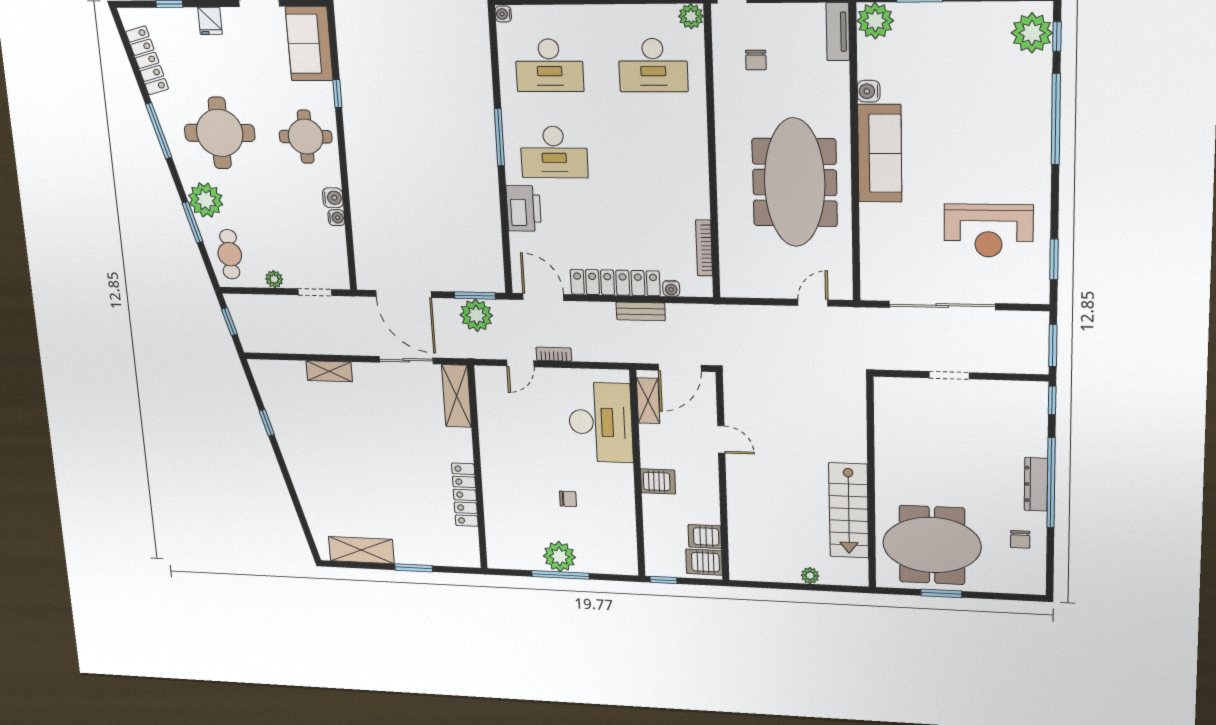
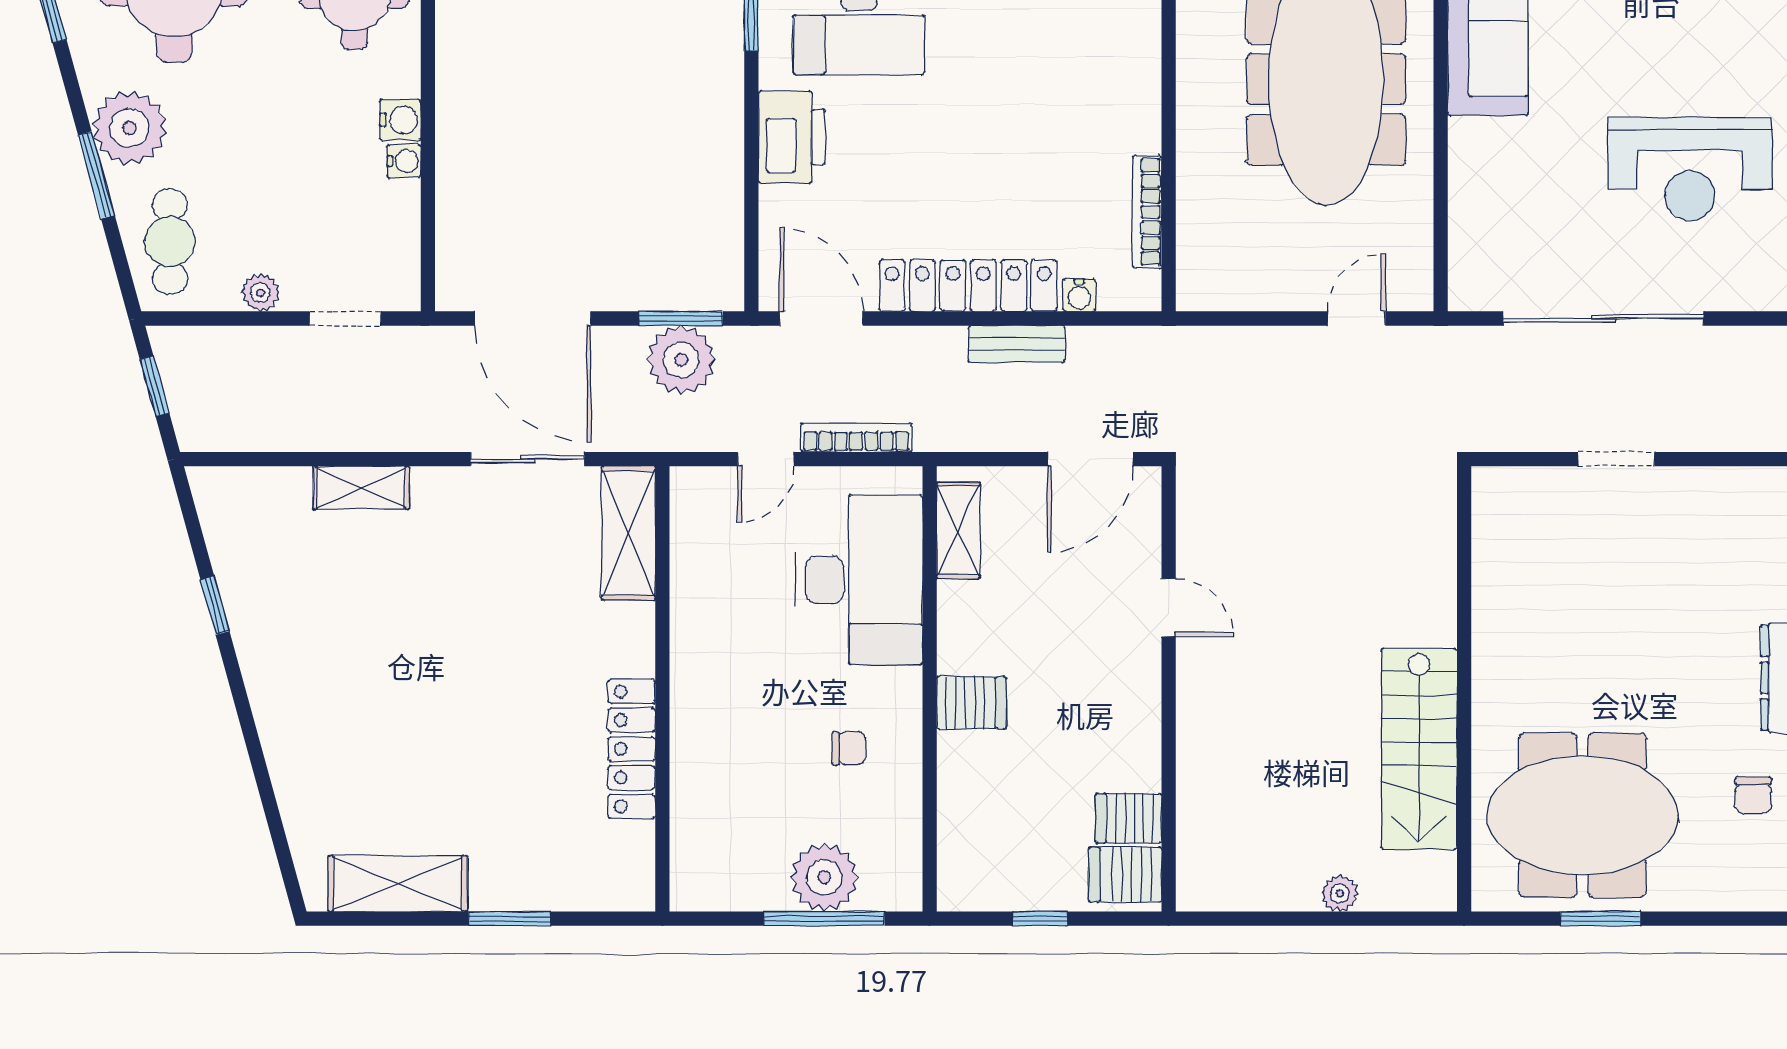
bookcase: (554, 354) -> (856, 438), width x1.56
shelving: (648, 401) -> (958, 530), moved
desk: (600, 422) -> (859, 580), moved
wall: (637, 474) -> (930, 689), moved
server rack: (658, 481) -> (971, 703), moved

